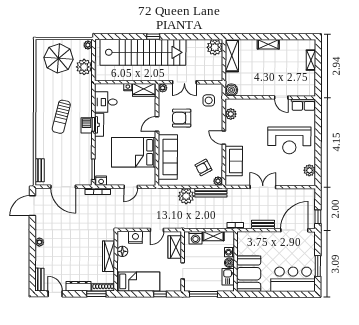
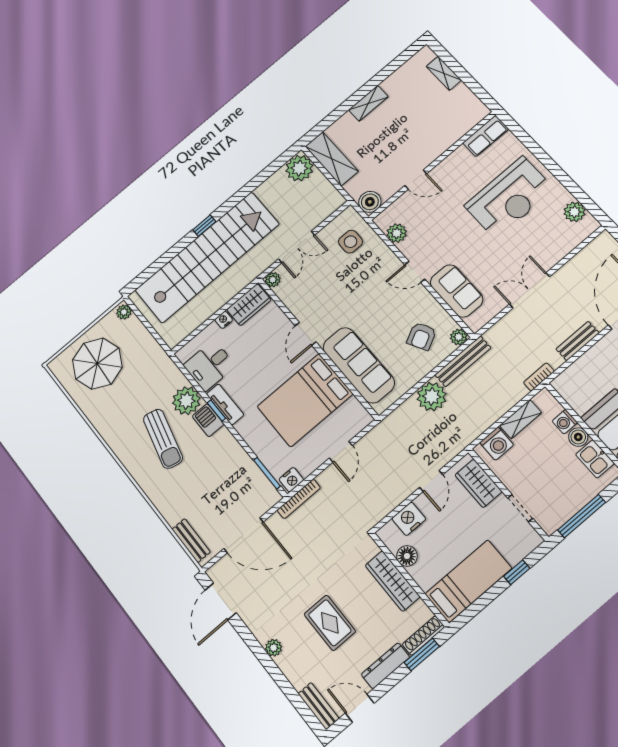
plant: (84, 67) -> (186, 401), moved
door: (281, 98) -> (416, 180), moved
armchair: (182, 118) -> (333, 297), removed
rug: (70, 251) -> (330, 623), added

